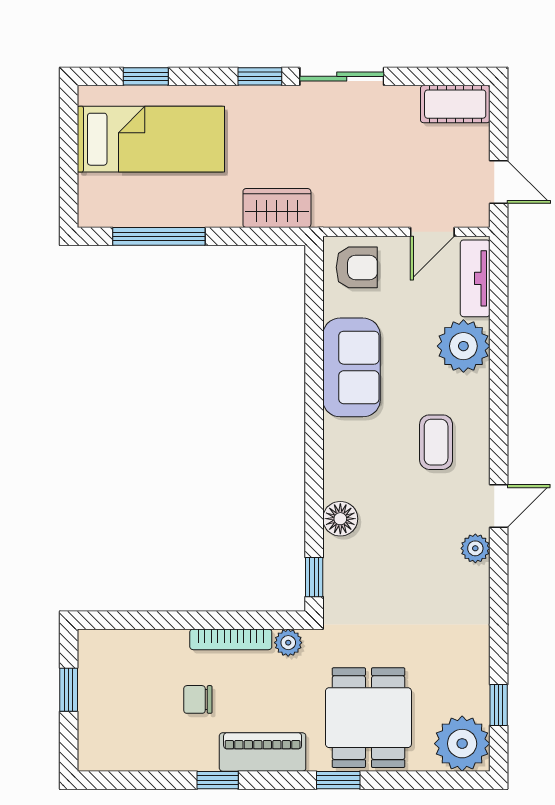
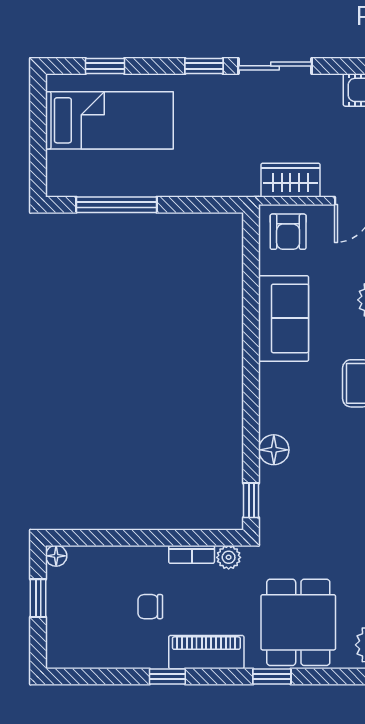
wardrobe: (277, 208) -> (290, 180), moved
armchair: (357, 267) -> (288, 232), turned 90
bookcase: (231, 639) -> (192, 554), width x0.64
floor lamp: (89, 641) -> (56, 556), added

